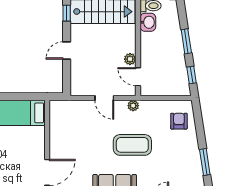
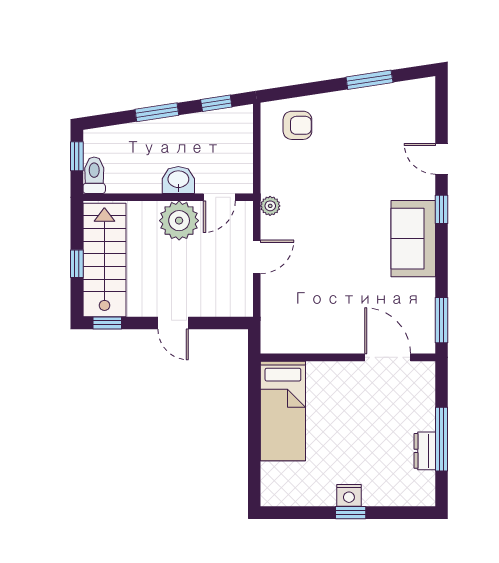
washbasin: (148, 22) -> (178, 180), moved
plant: (130, 59) -> (179, 221), width x1.88, depth x1.88
armchair: (179, 121) -> (297, 125), turned 180
coffee table: (132, 145) -> (339, 207), removed

